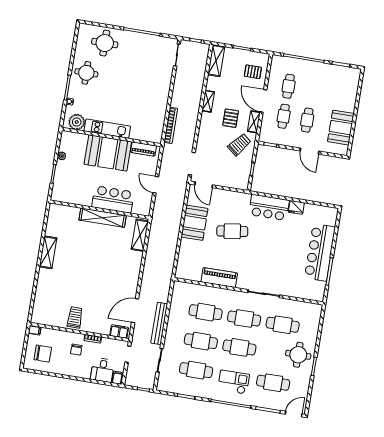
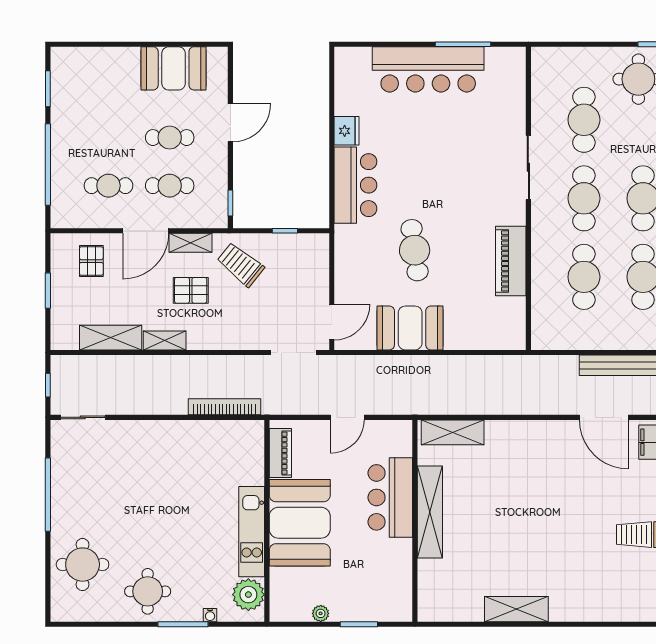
shelving: (216, 61) -> (111, 338), moved

